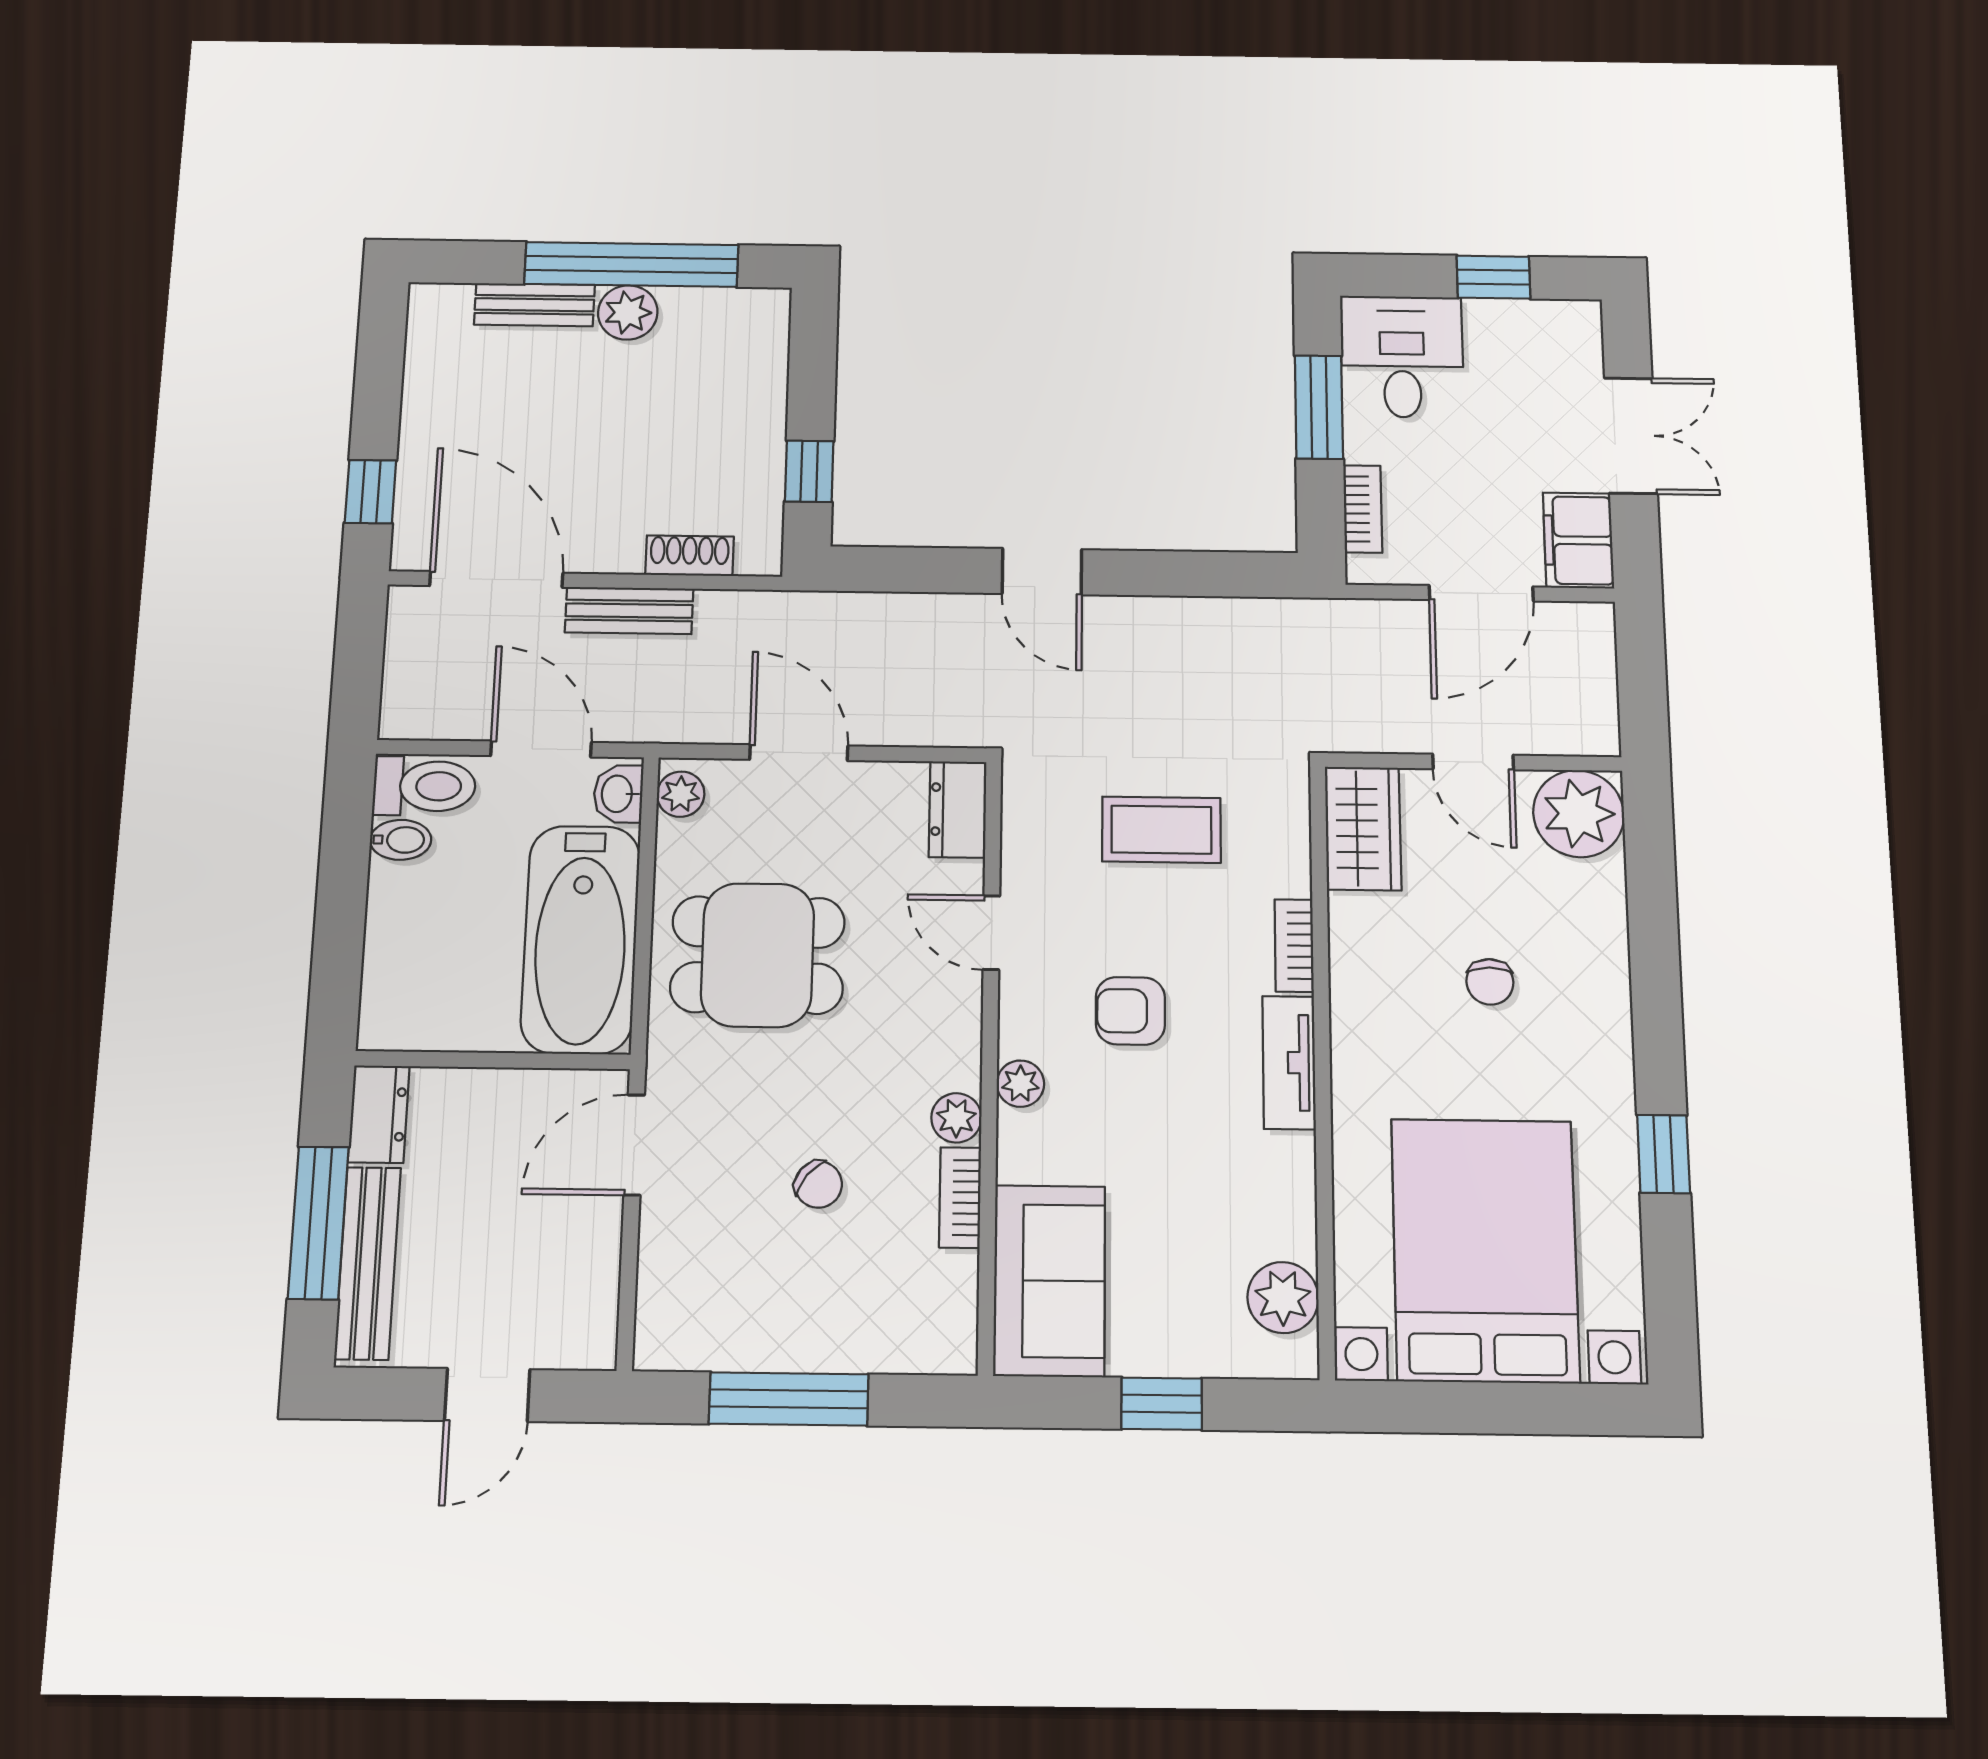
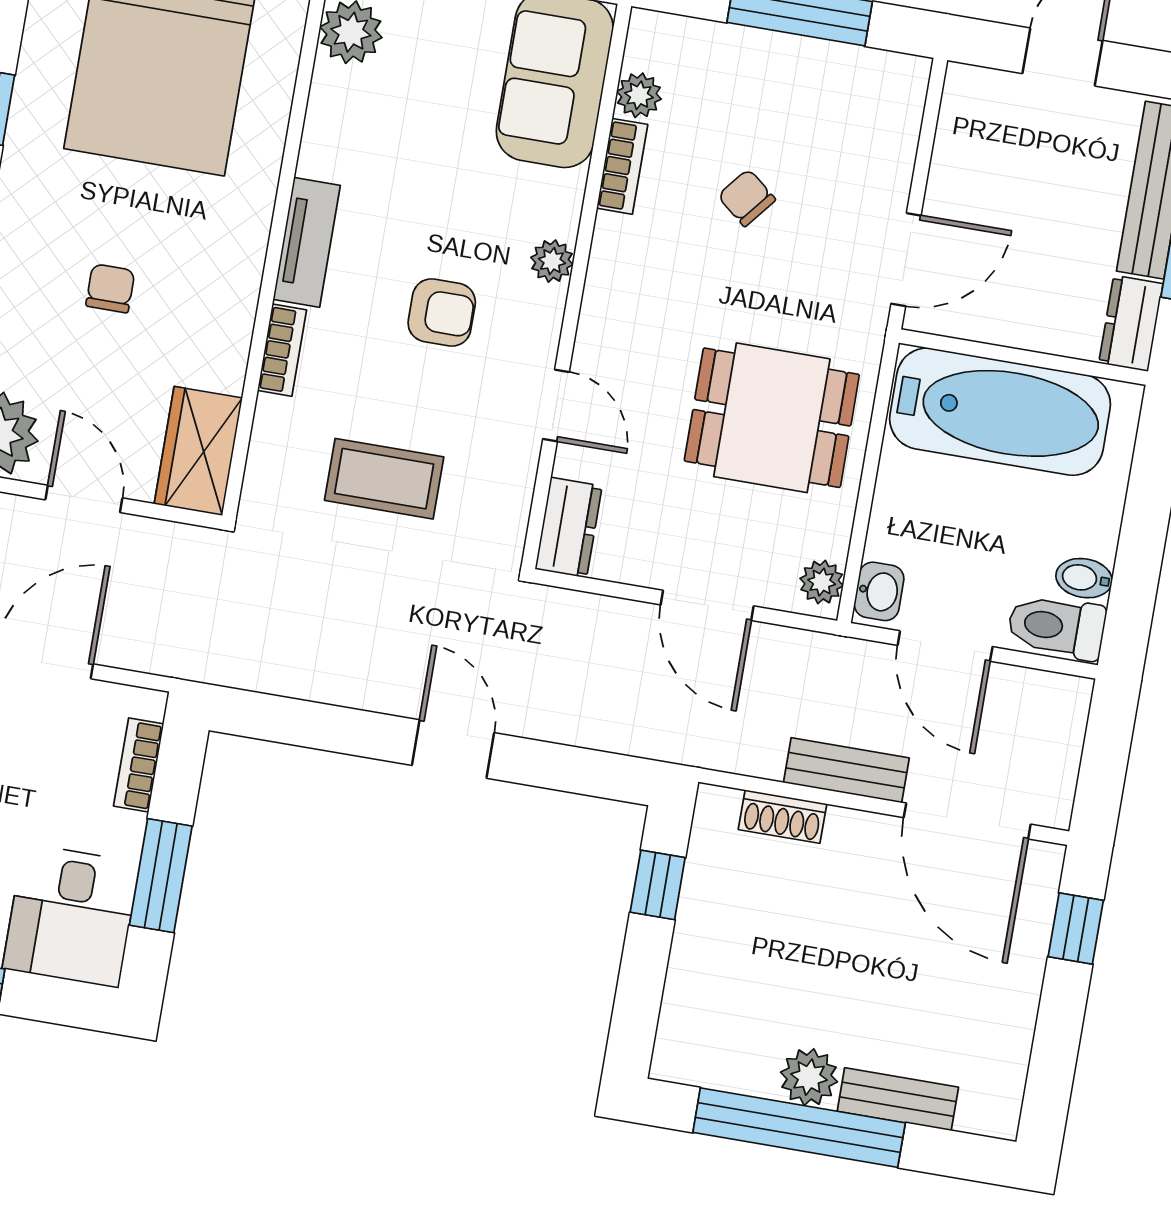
bathtub: (581, 939) -> (1000, 412), moved, turned 90
plant: (956, 1118) -> (639, 95), moved

